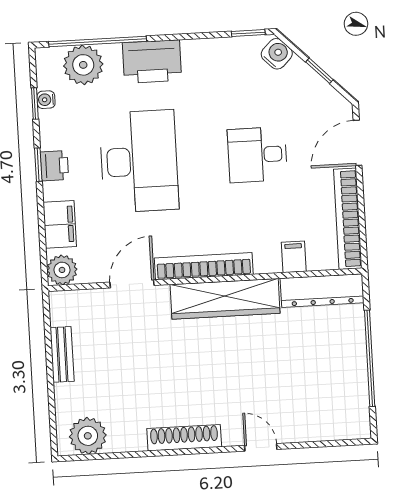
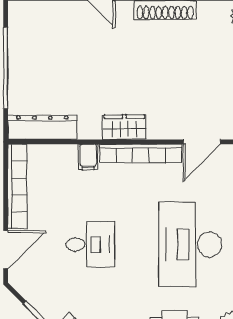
filing cabinet: (294, 257) -> (88, 157), moved
wardrobe: (225, 299) -> (124, 127), width x0.48, depth x0.85

